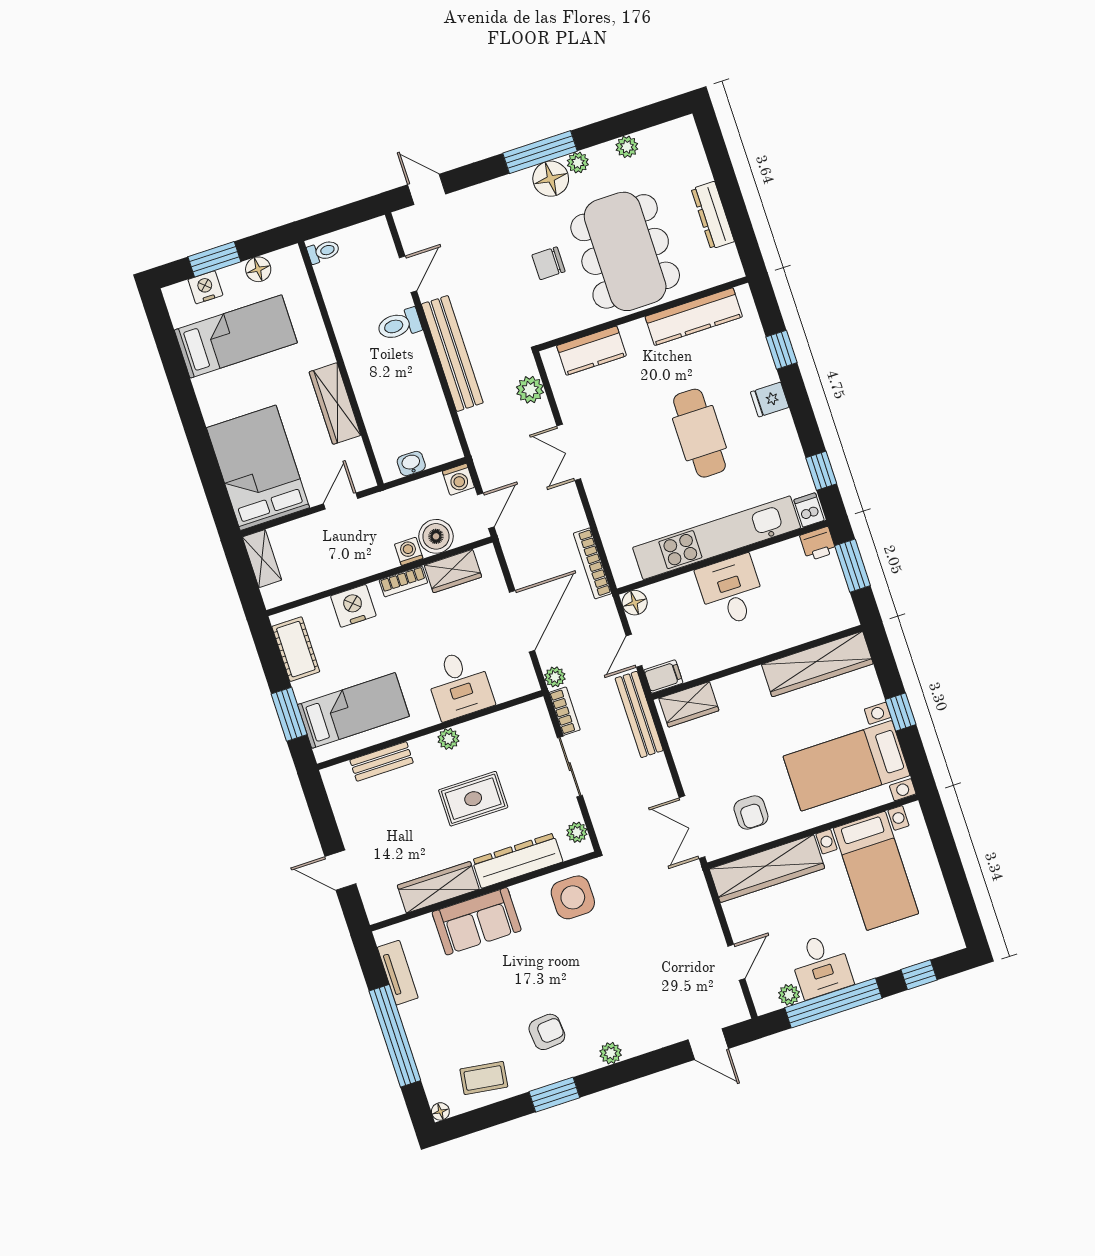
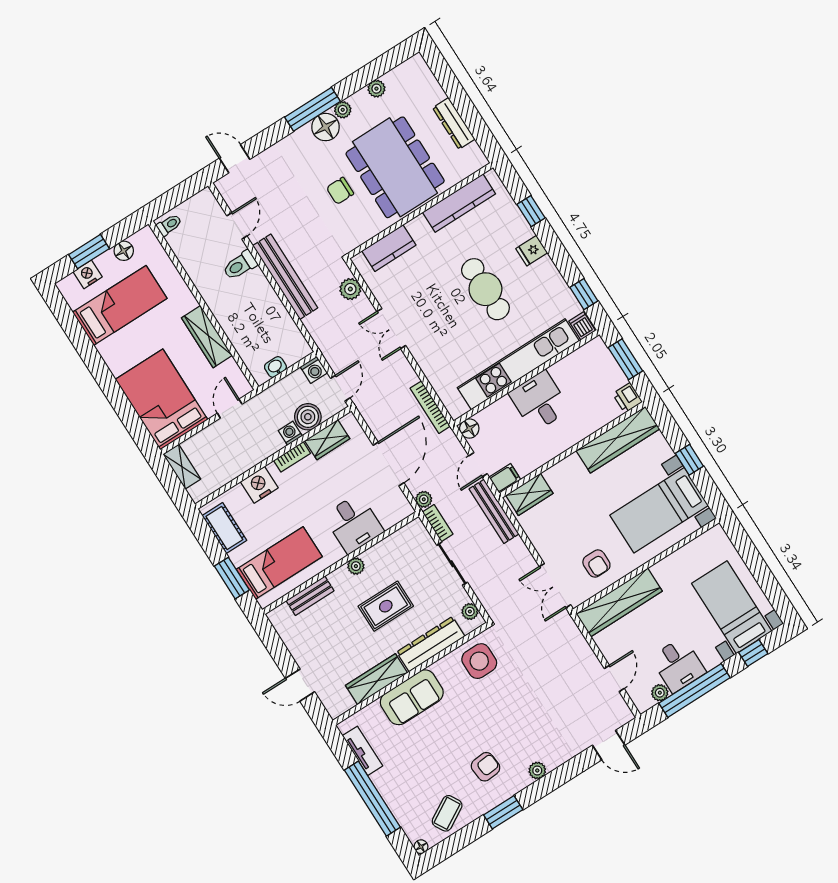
printer: (818, 544) -> (627, 398), moved, turned 90
bed with nightstands: (876, 871) -> (732, 607), moved, turned 180
coffee table: (484, 1078) -> (447, 813), turned -38

